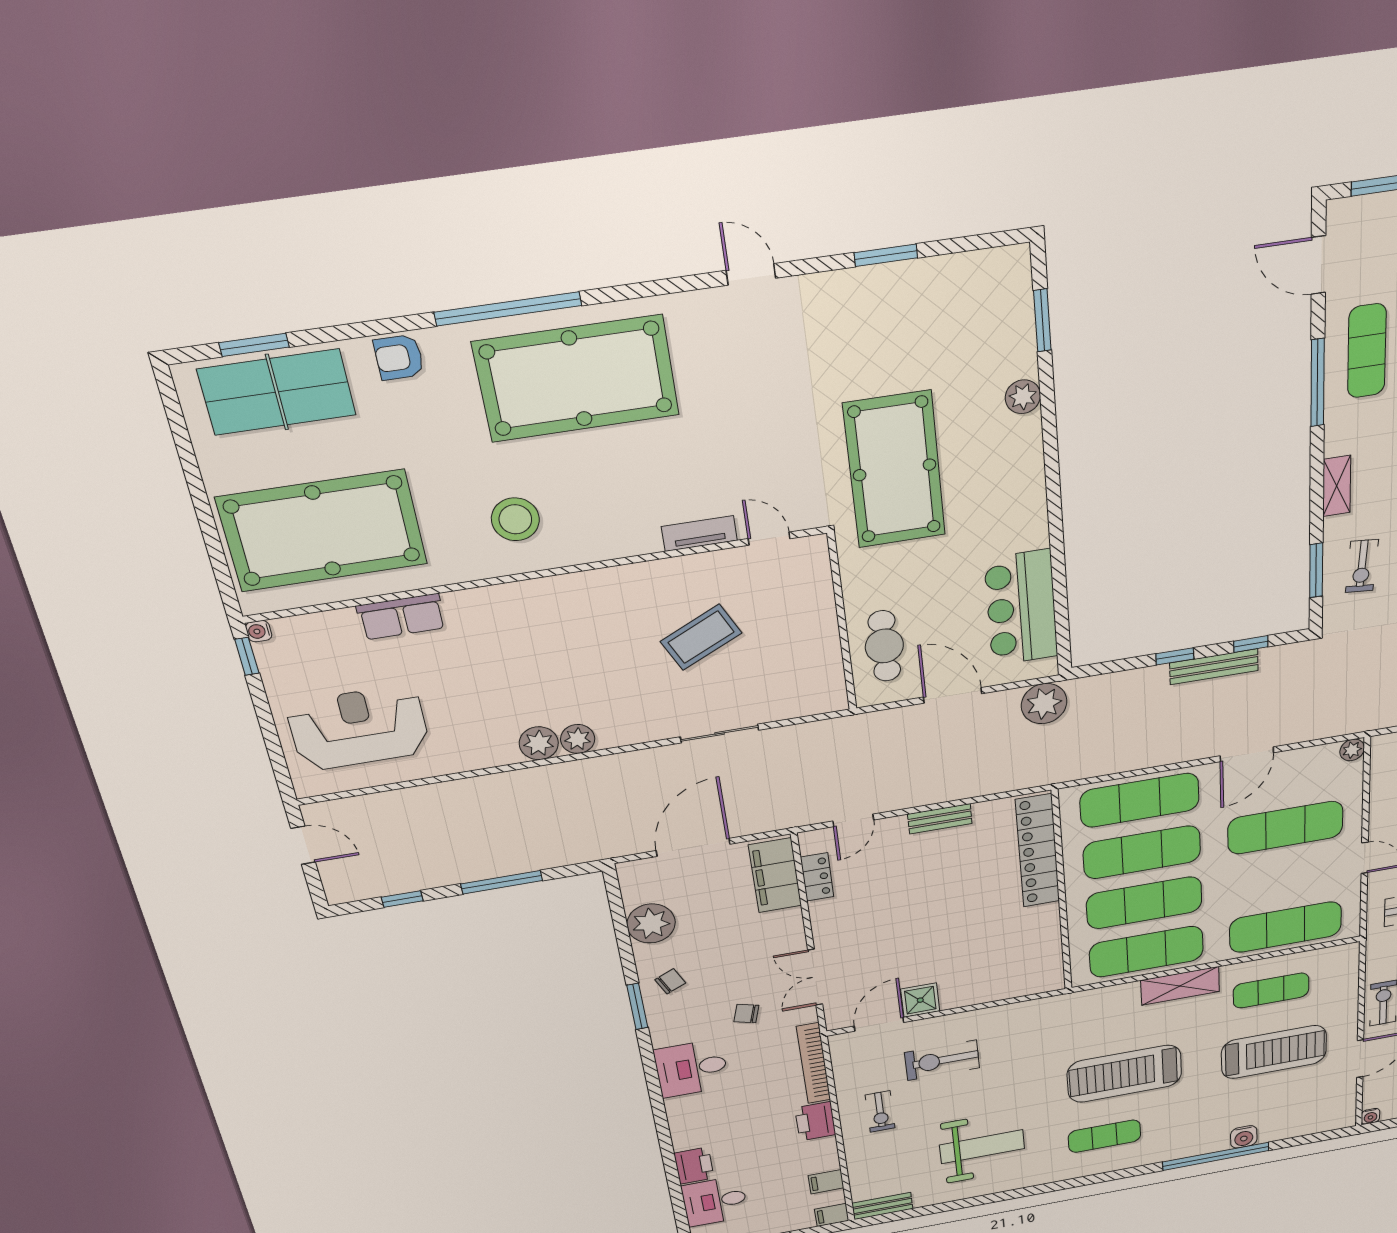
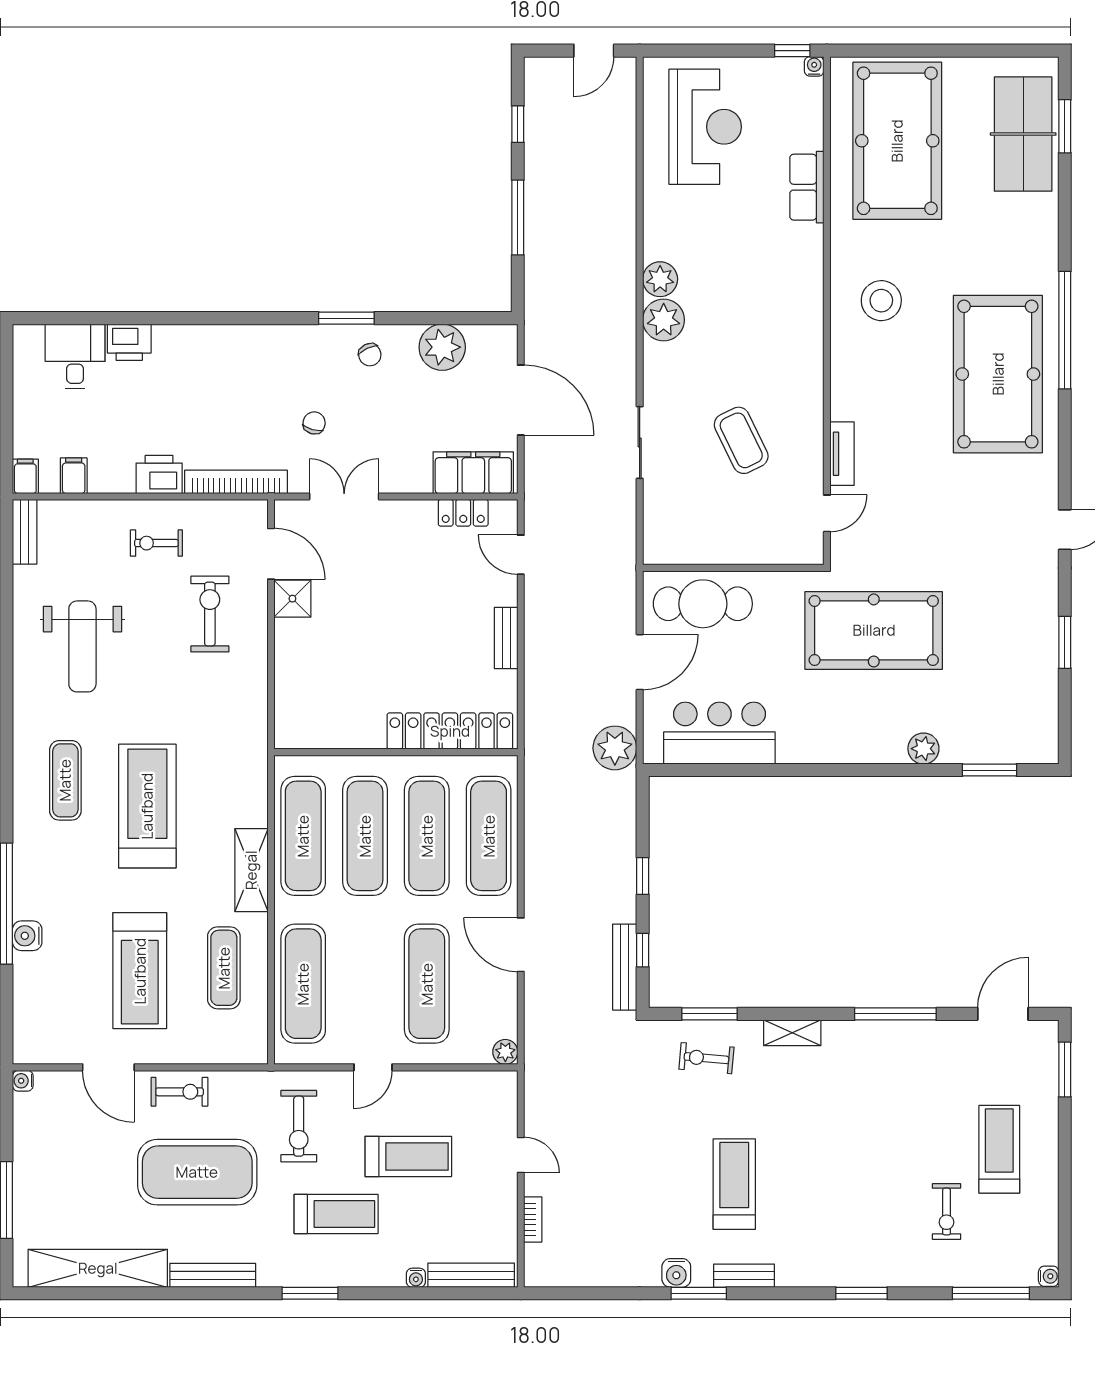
exercise mat: (1367, 351) -> (918, 1059), removed
armchair: (399, 357) -> (1038, 236), removed
cafe table: (884, 646) -> (703, 604), width x1.37, depth x1.35
bench: (1214, 667) -> (625, 967), moved
plant: (578, 739) -> (664, 320), width x1.36, depth x1.36
desk: (691, 1068) -> (257, 359), removed

